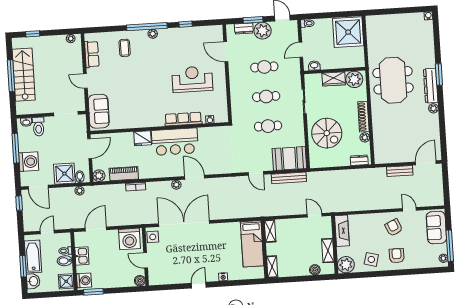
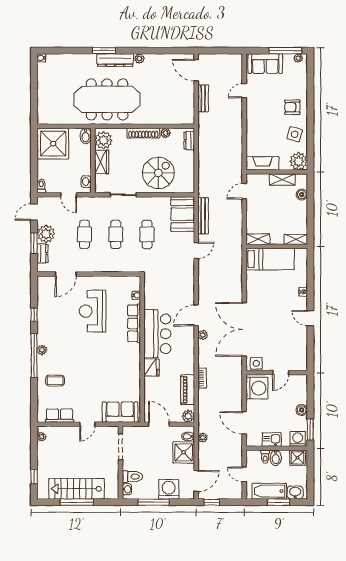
bidet: (357, 62) -> (86, 136), added
meeting table: (393, 80) -> (107, 99), width x1.36
armchair: (394, 227) -> (262, 108), removed
boiler: (140, 281) -> (302, 410), moved

